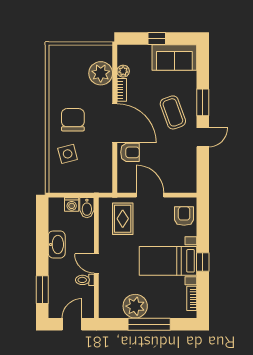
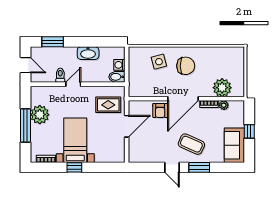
coffee table: (173, 112) -> (191, 144), turned 44
armchair: (184, 216) -> (110, 153), removed

